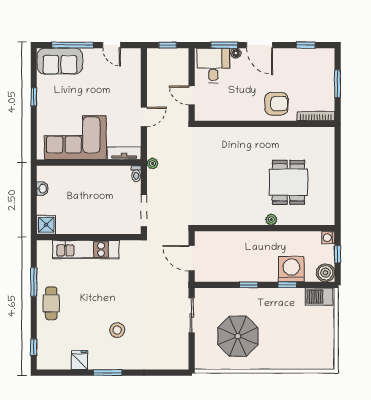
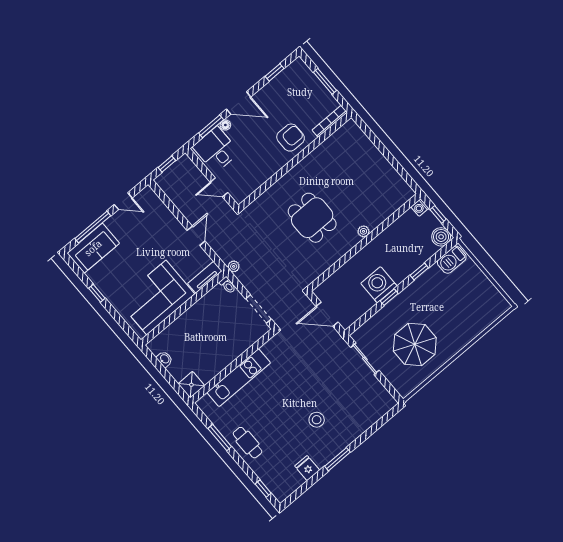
dining table: (288, 182) -> (312, 218), moved
washing machine: (291, 269) -> (379, 285), moved

